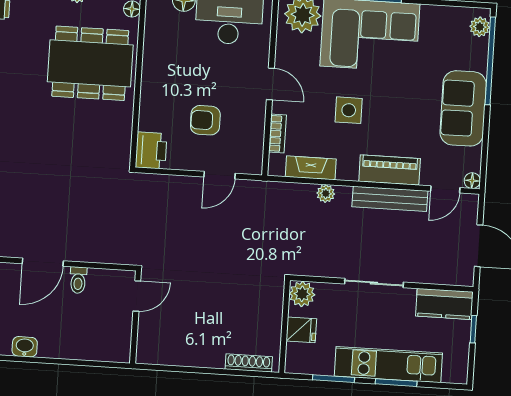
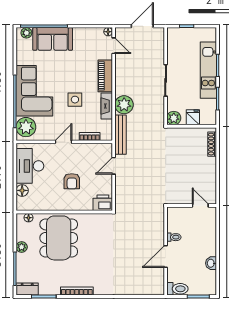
sofa: (463, 108) -> (53, 39), moved
armchair: (205, 120) -> (72, 181), moved
fireplace: (311, 168) -> (107, 106), moved
door: (220, 175) -> (114, 166), swing flipped
plant: (326, 193) -> (124, 105), width x1.88, depth x1.88
bench: (390, 199) -> (120, 135), moved
door: (43, 262) -> (166, 256), swing flipped
door: (137, 296) -> (200, 206), moved
kitchen counter: (444, 304) -> (174, 42), removed

